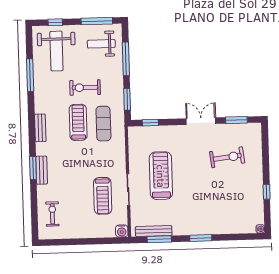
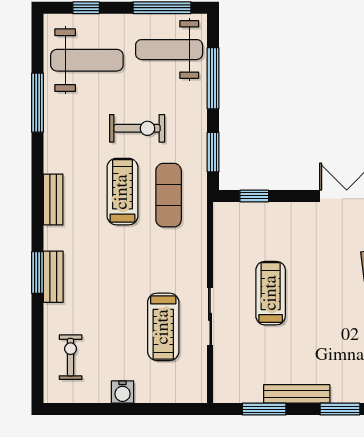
weight bench: (101, 44) -> (169, 50), width x1.36, depth x1.33
weight bench: (56, 51) -> (87, 60), turned -90
exercise bike: (85, 88) -> (137, 128), turned 180
treadmill: (161, 176) -> (271, 293), width x0.73, depth x0.73
water cooler: (122, 231) -> (123, 392), moved
bench: (154, 231) -> (297, 394), moved

